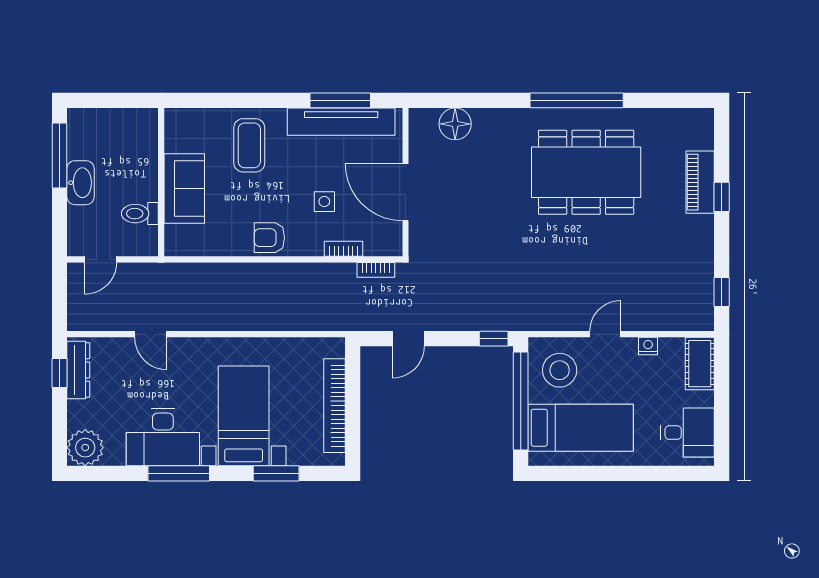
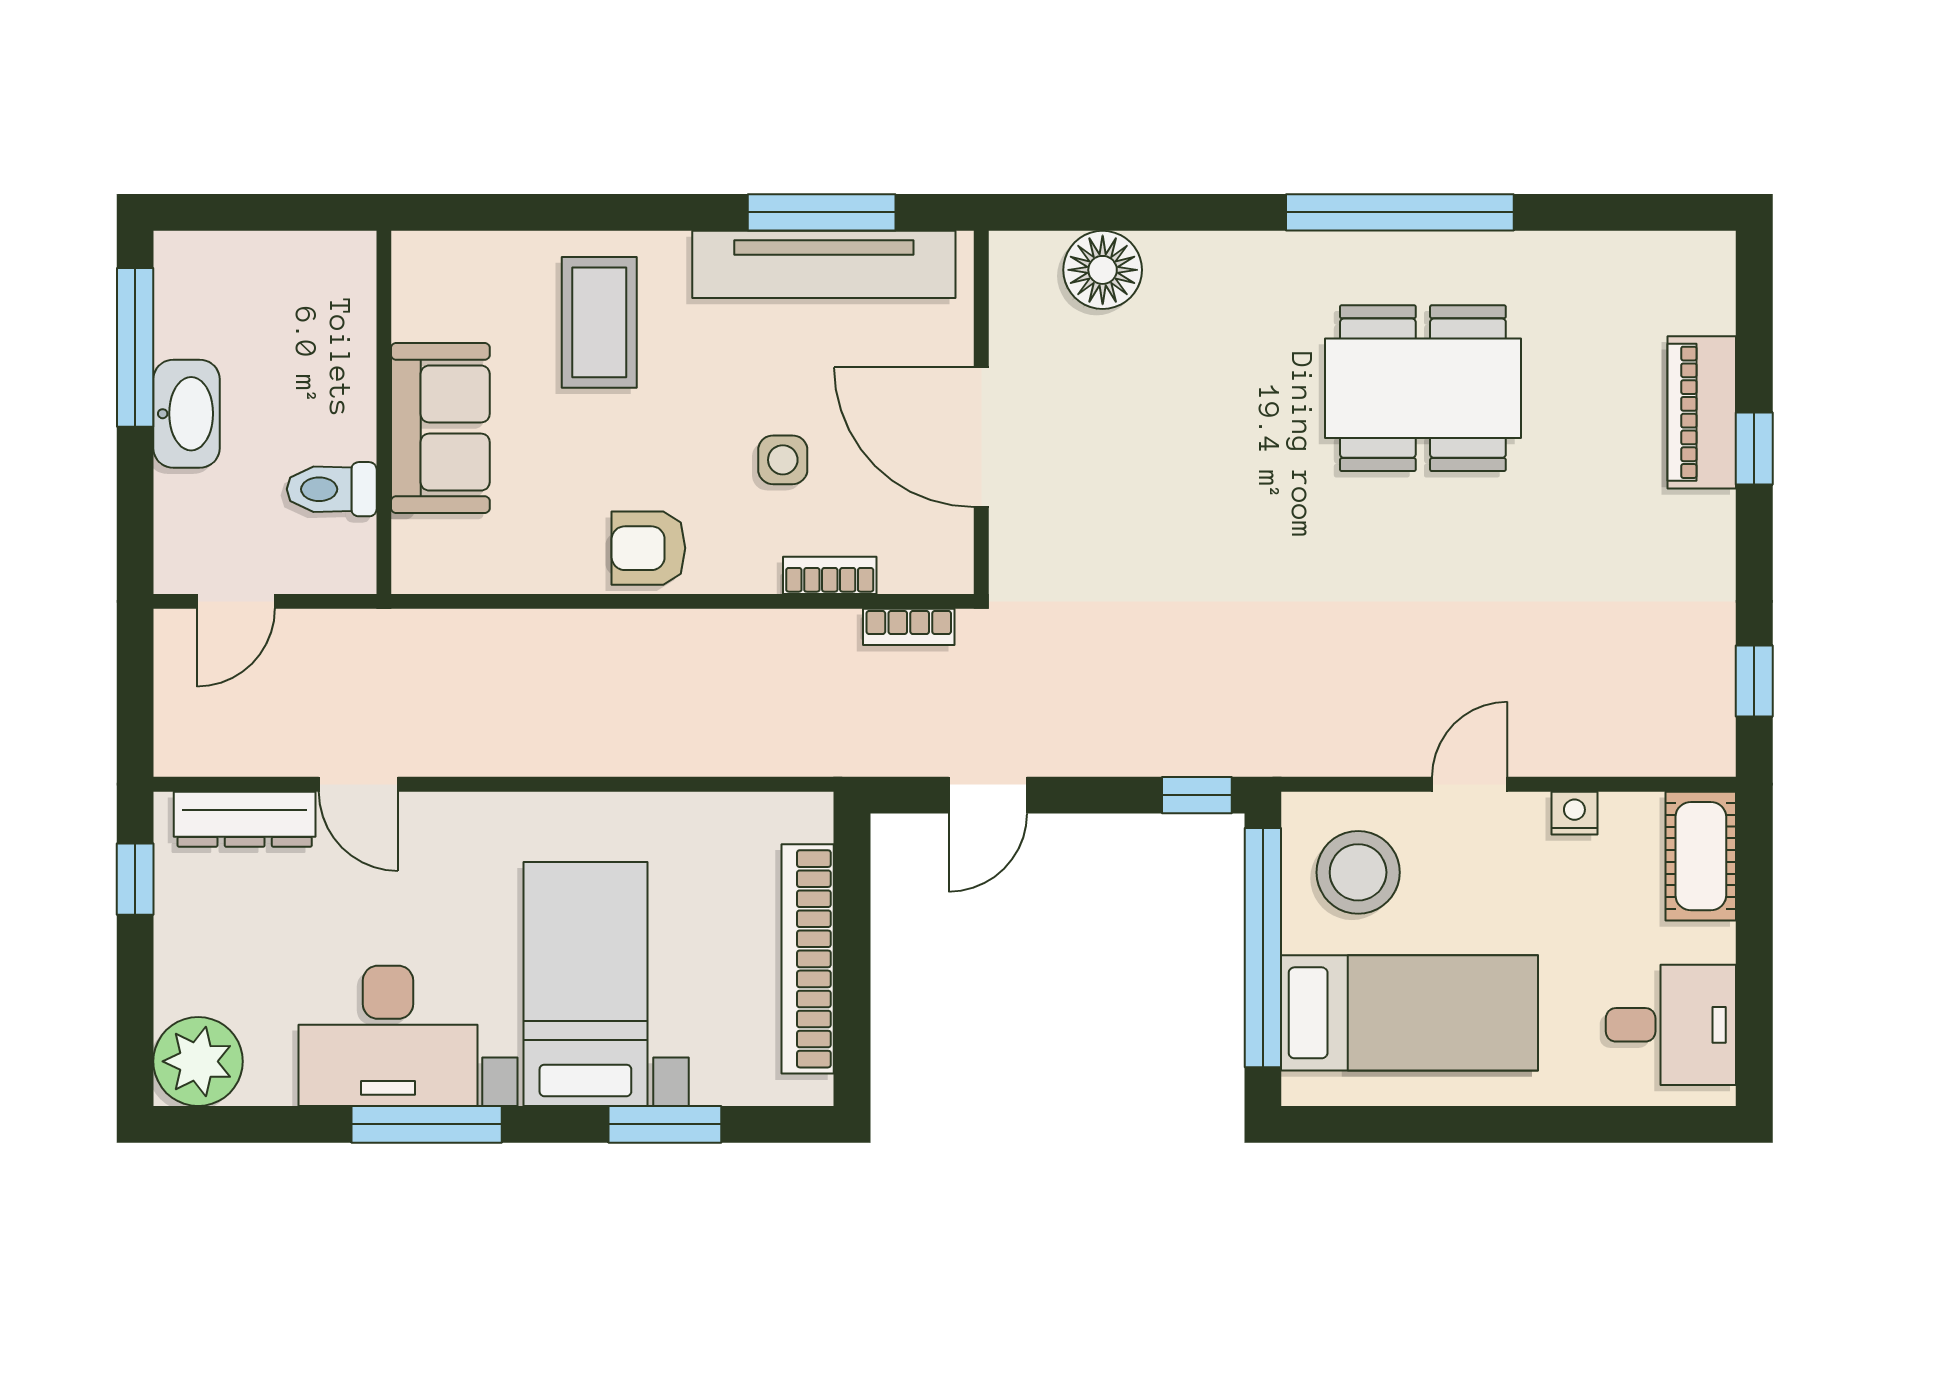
dining table: (586, 172) -> (1423, 388), width x0.73, depth x0.80
dresser: (78, 370) -> (245, 819), moved, turned 90

